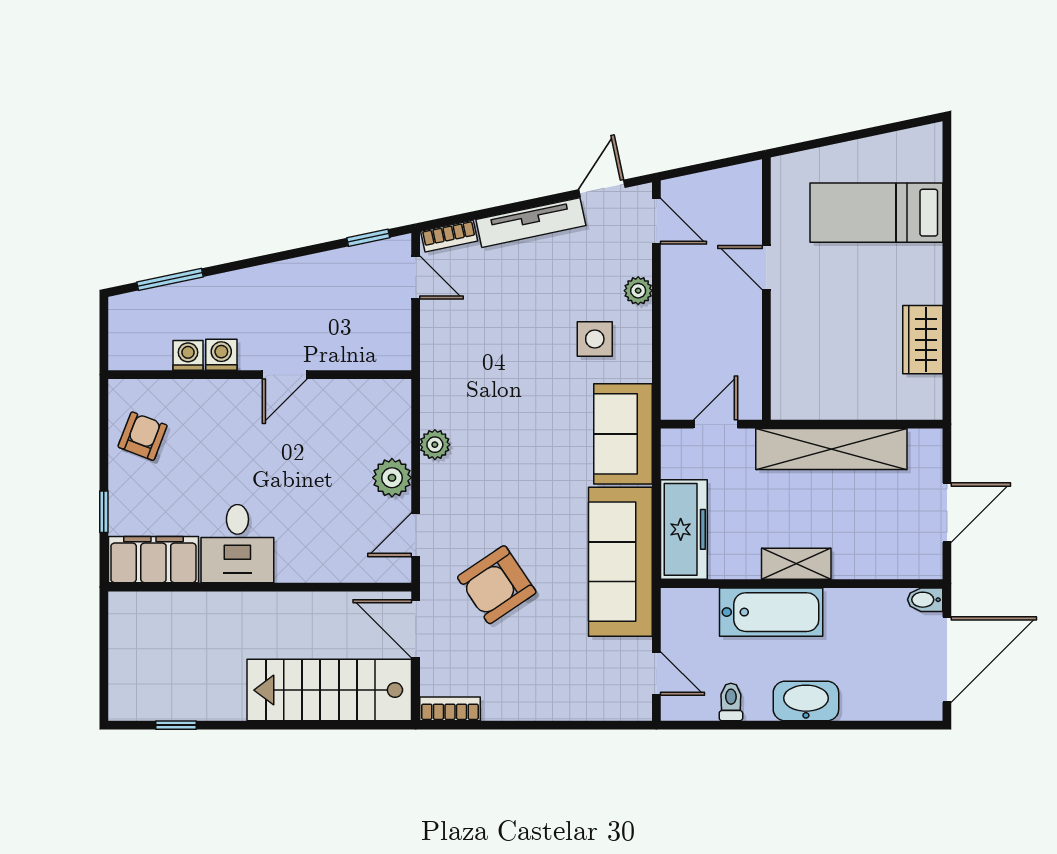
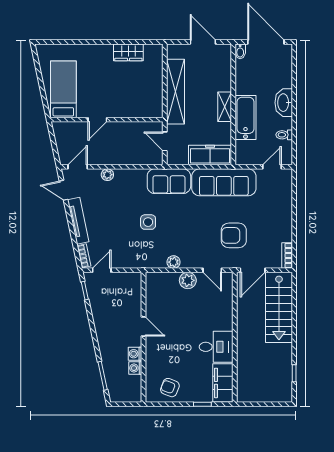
bed: (876, 213) -> (63, 89), moved, turned 180
side table: (595, 339) -> (148, 222), moved
armchair: (497, 585) -> (234, 235), turned 124

